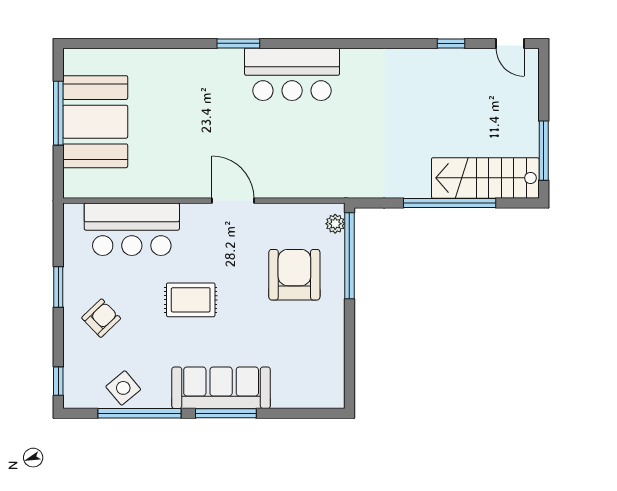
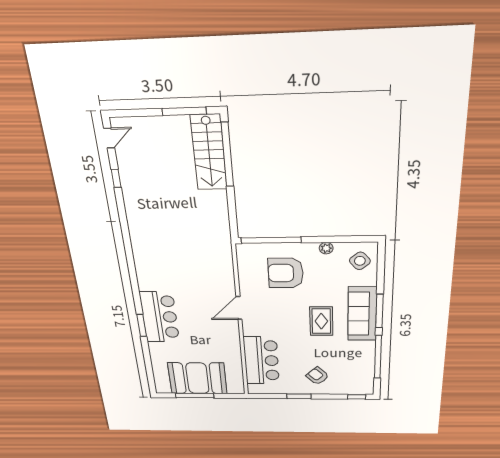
window: (238, 43) -> (142, 325), moved
bar counter: (292, 74) -> (160, 317), moved
window: (450, 203) -> (227, 155), moved
plant: (335, 224) -> (326, 248), moved
rug: (191, 300) -> (321, 321), moved
side table: (123, 388) -> (360, 261), moved

